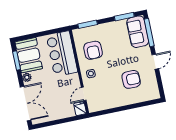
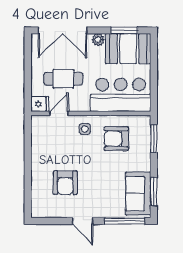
sofa: (138, 32) -> (138, 194), moved, turned -90
door: (84, 94) -> (59, 113), hinge flipped
cafe table: (59, 96) -> (63, 79), added

